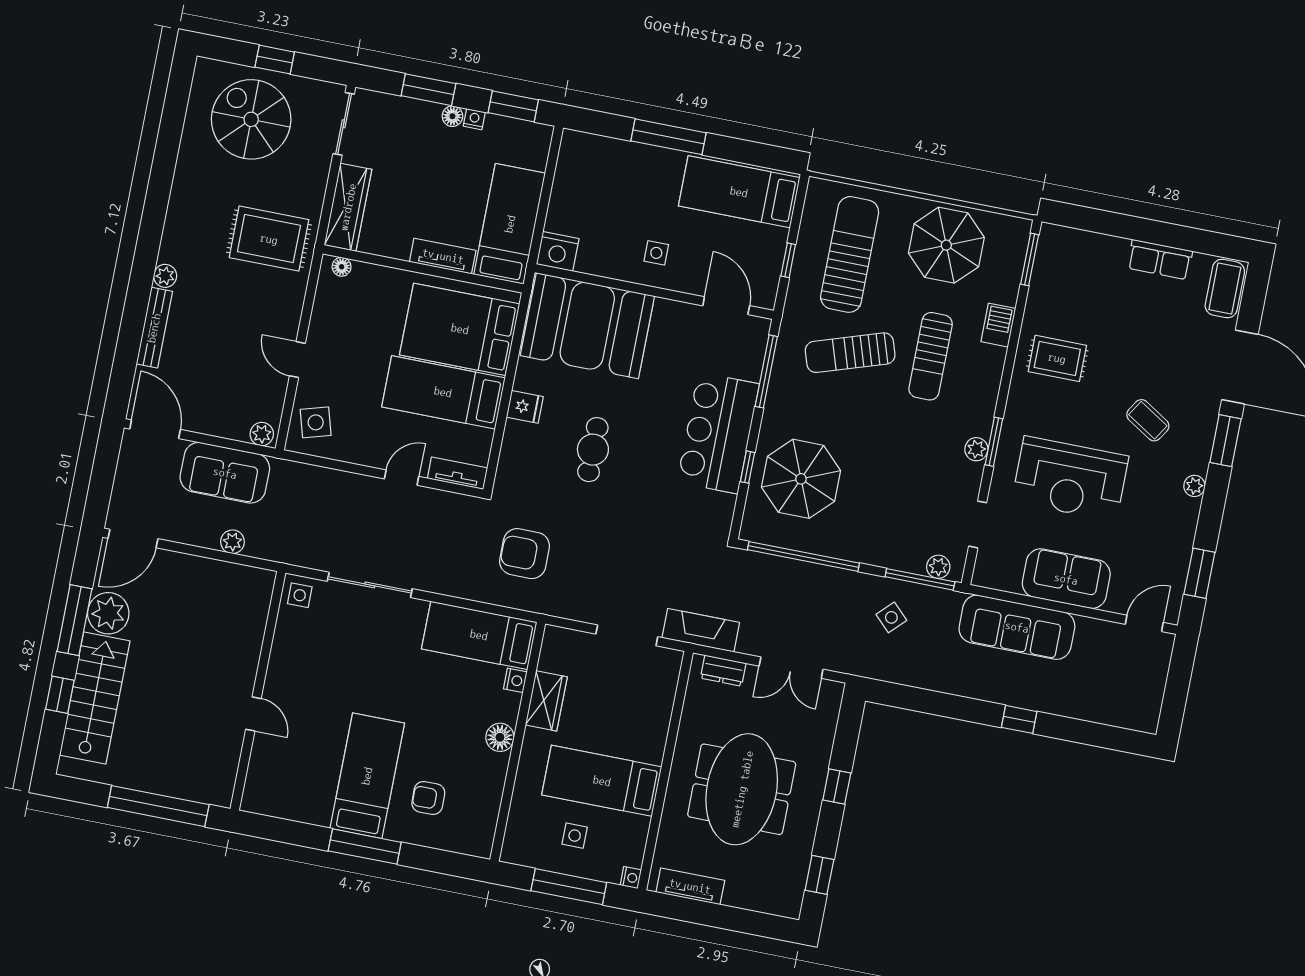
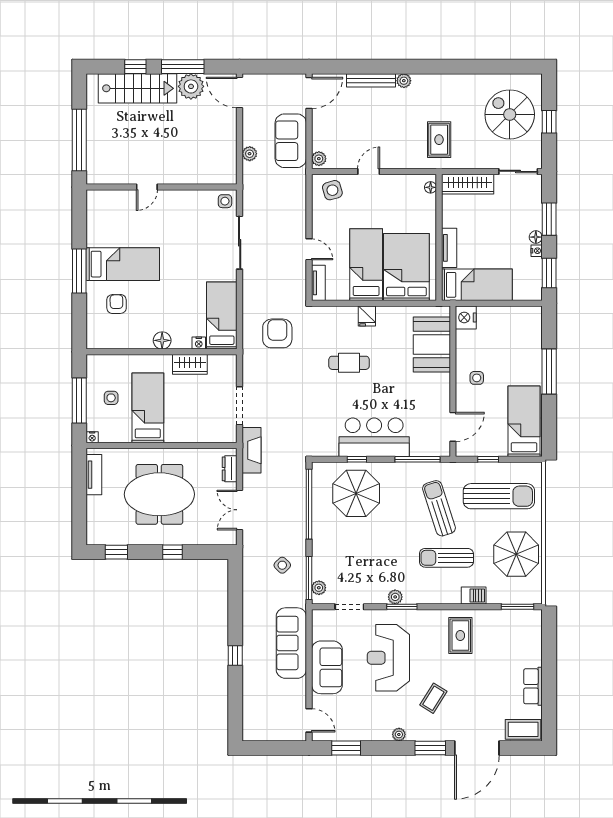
spiral stairs: (251, 119) -> (510, 114), turned -90
rug: (269, 239) -> (439, 140), width x0.73, depth x0.70
booth: (587, 326) -> (432, 345), width x0.73, depth x0.70

